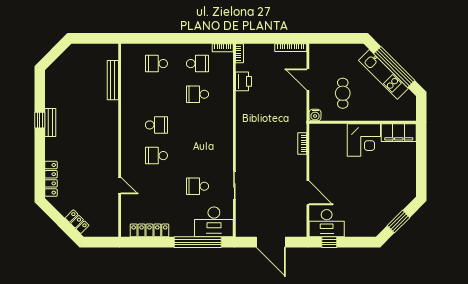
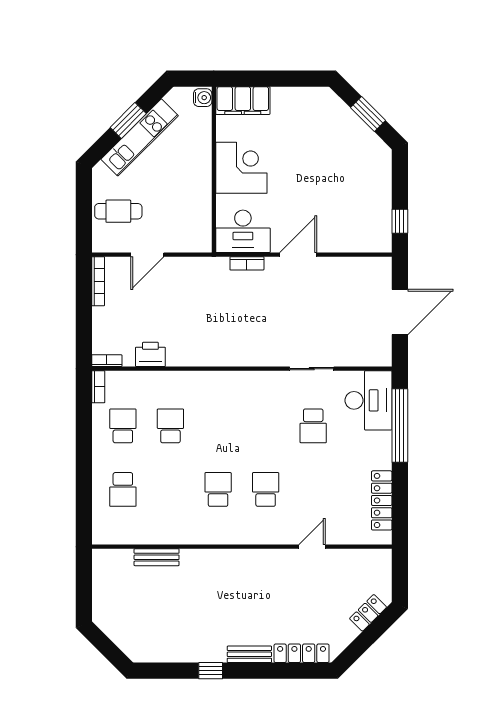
window: (394, 67) -> (128, 120), width x0.47
bench: (113, 80) -> (157, 557), width x0.73
cafe table: (343, 93) -> (118, 211), moved
school desk: (198, 94) -> (170, 426), turned 180
water cooler: (315, 115) -> (203, 98), moved
bench: (50, 122) -> (249, 654), moved
filing cabinet: (399, 133) -> (243, 101), moved, turned 90
school desk: (156, 156) -> (266, 489), turned 180
door: (308, 193) -> (298, 255), moved
desk: (327, 223) -> (243, 231), moved, turned 90

